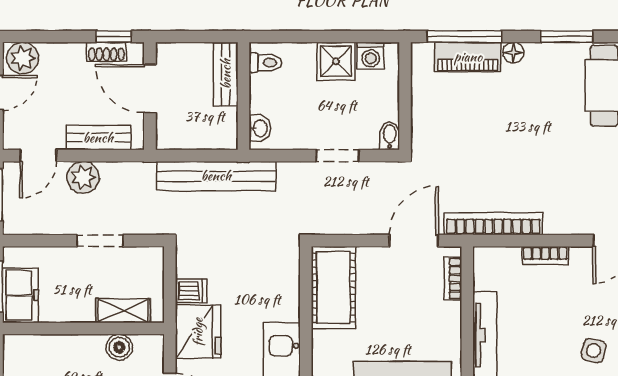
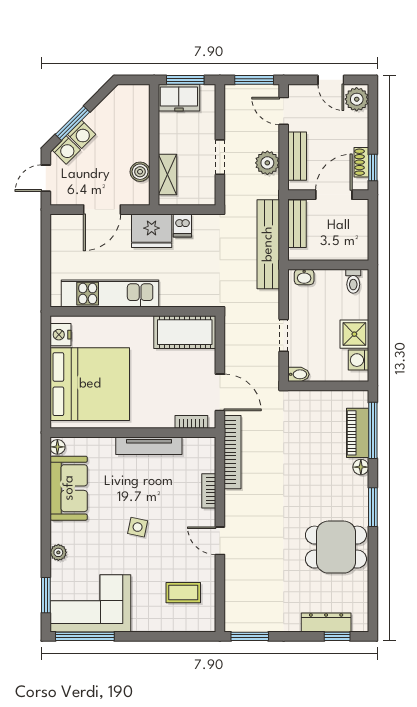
bench: (226, 74) -> (297, 224), moved, turned 90
plant: (83, 177) -> (267, 163), moved

